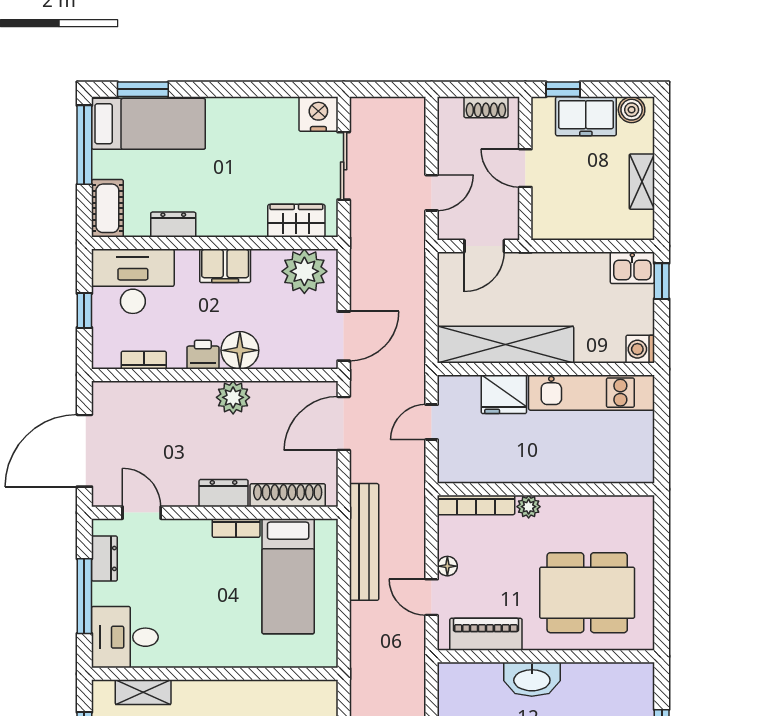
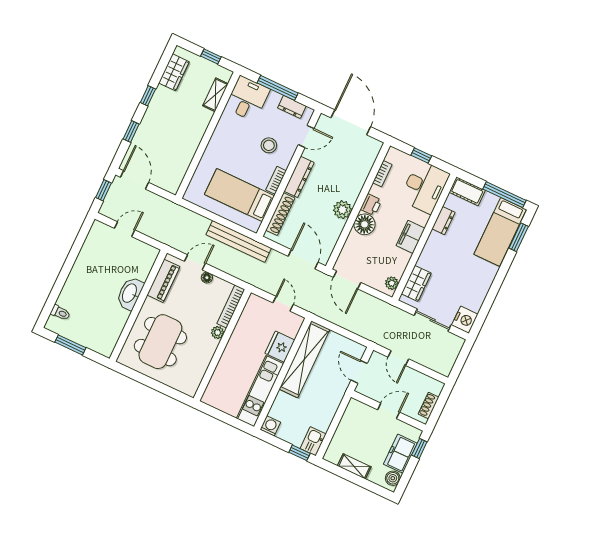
plant: (304, 271) -> (392, 283), width x0.53, depth x0.53
dresser: (224, 493) -> (299, 177), width x1.44
stool: (185, 566) -> (269, 145), added

